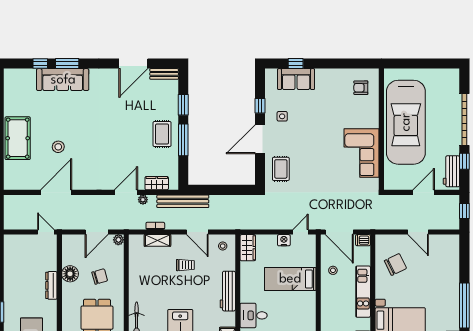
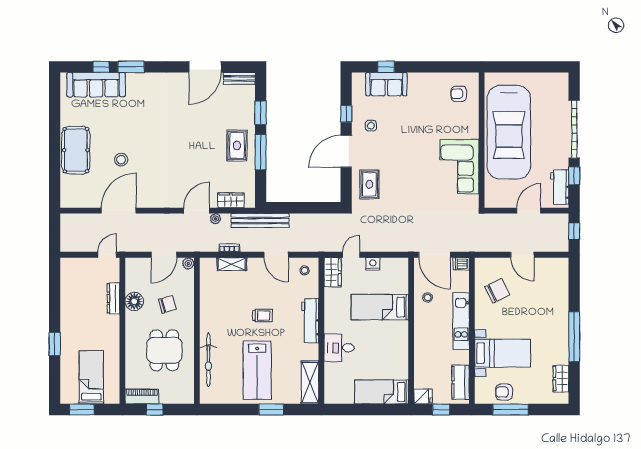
sofa: (63, 80) -> (96, 85), moved
door: (46, 232) -> (107, 255), hinge flipped
door: (301, 232) -> (351, 255), moved
trolley: (185, 265) -> (262, 316), moved
dresser: (51, 285) -> (113, 298), moved

